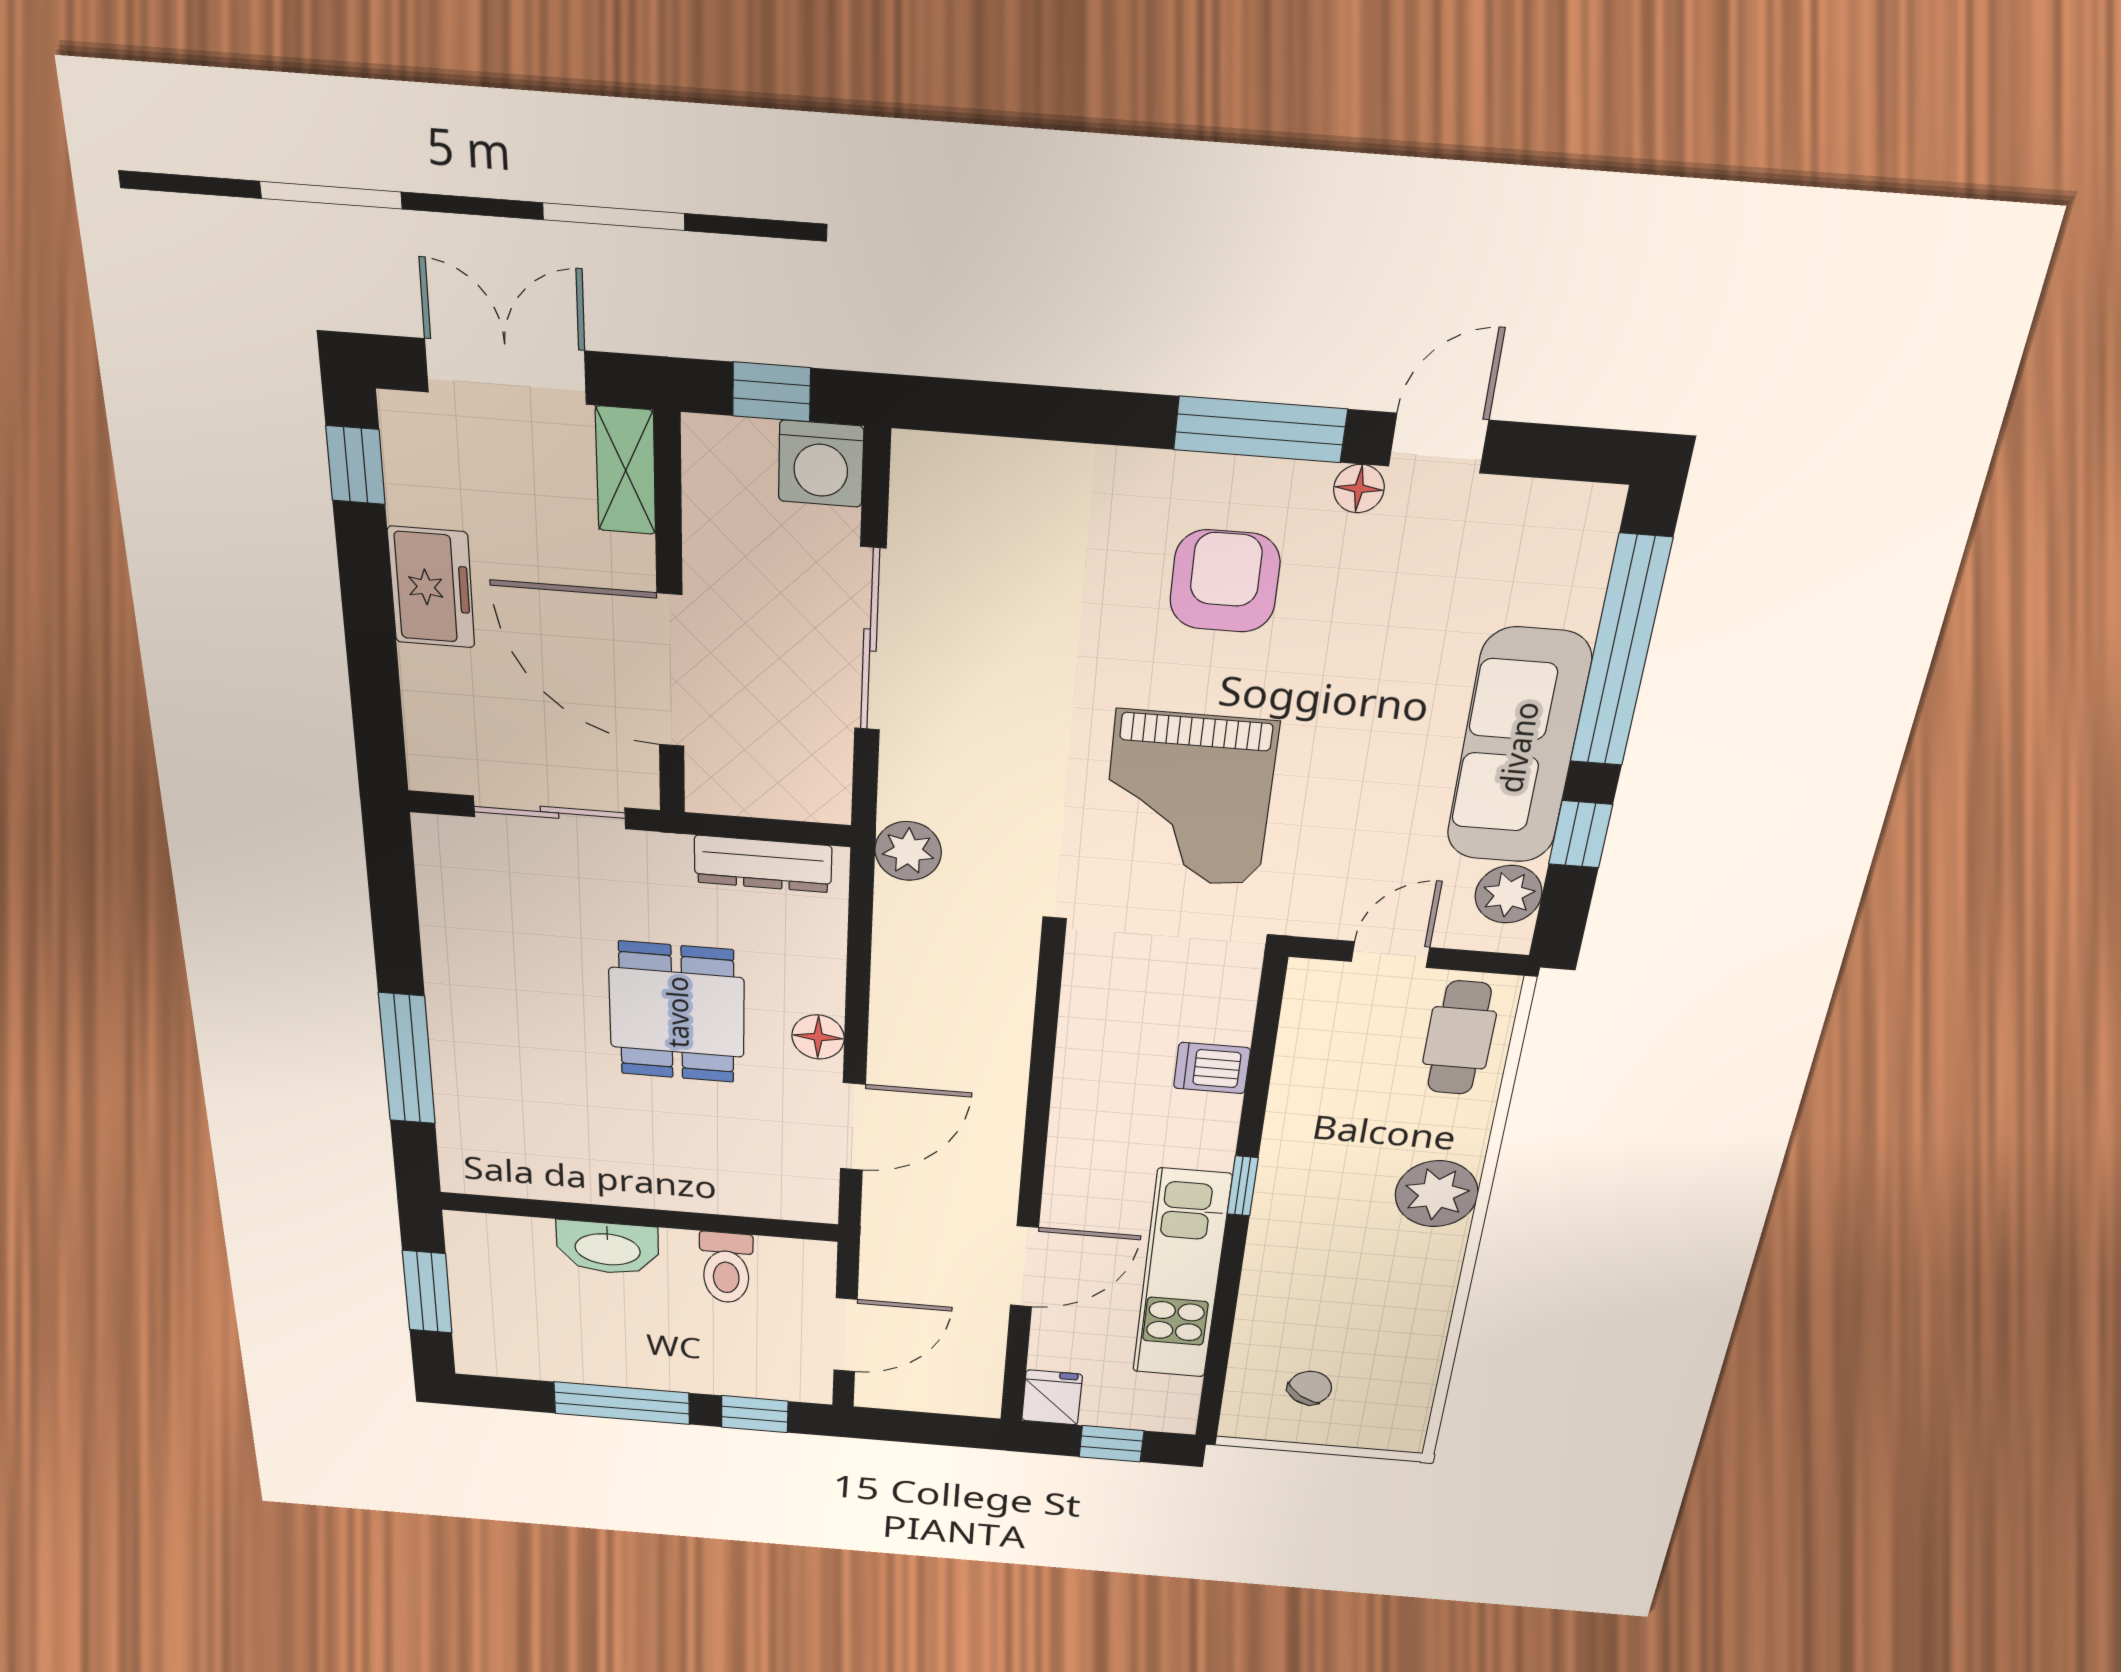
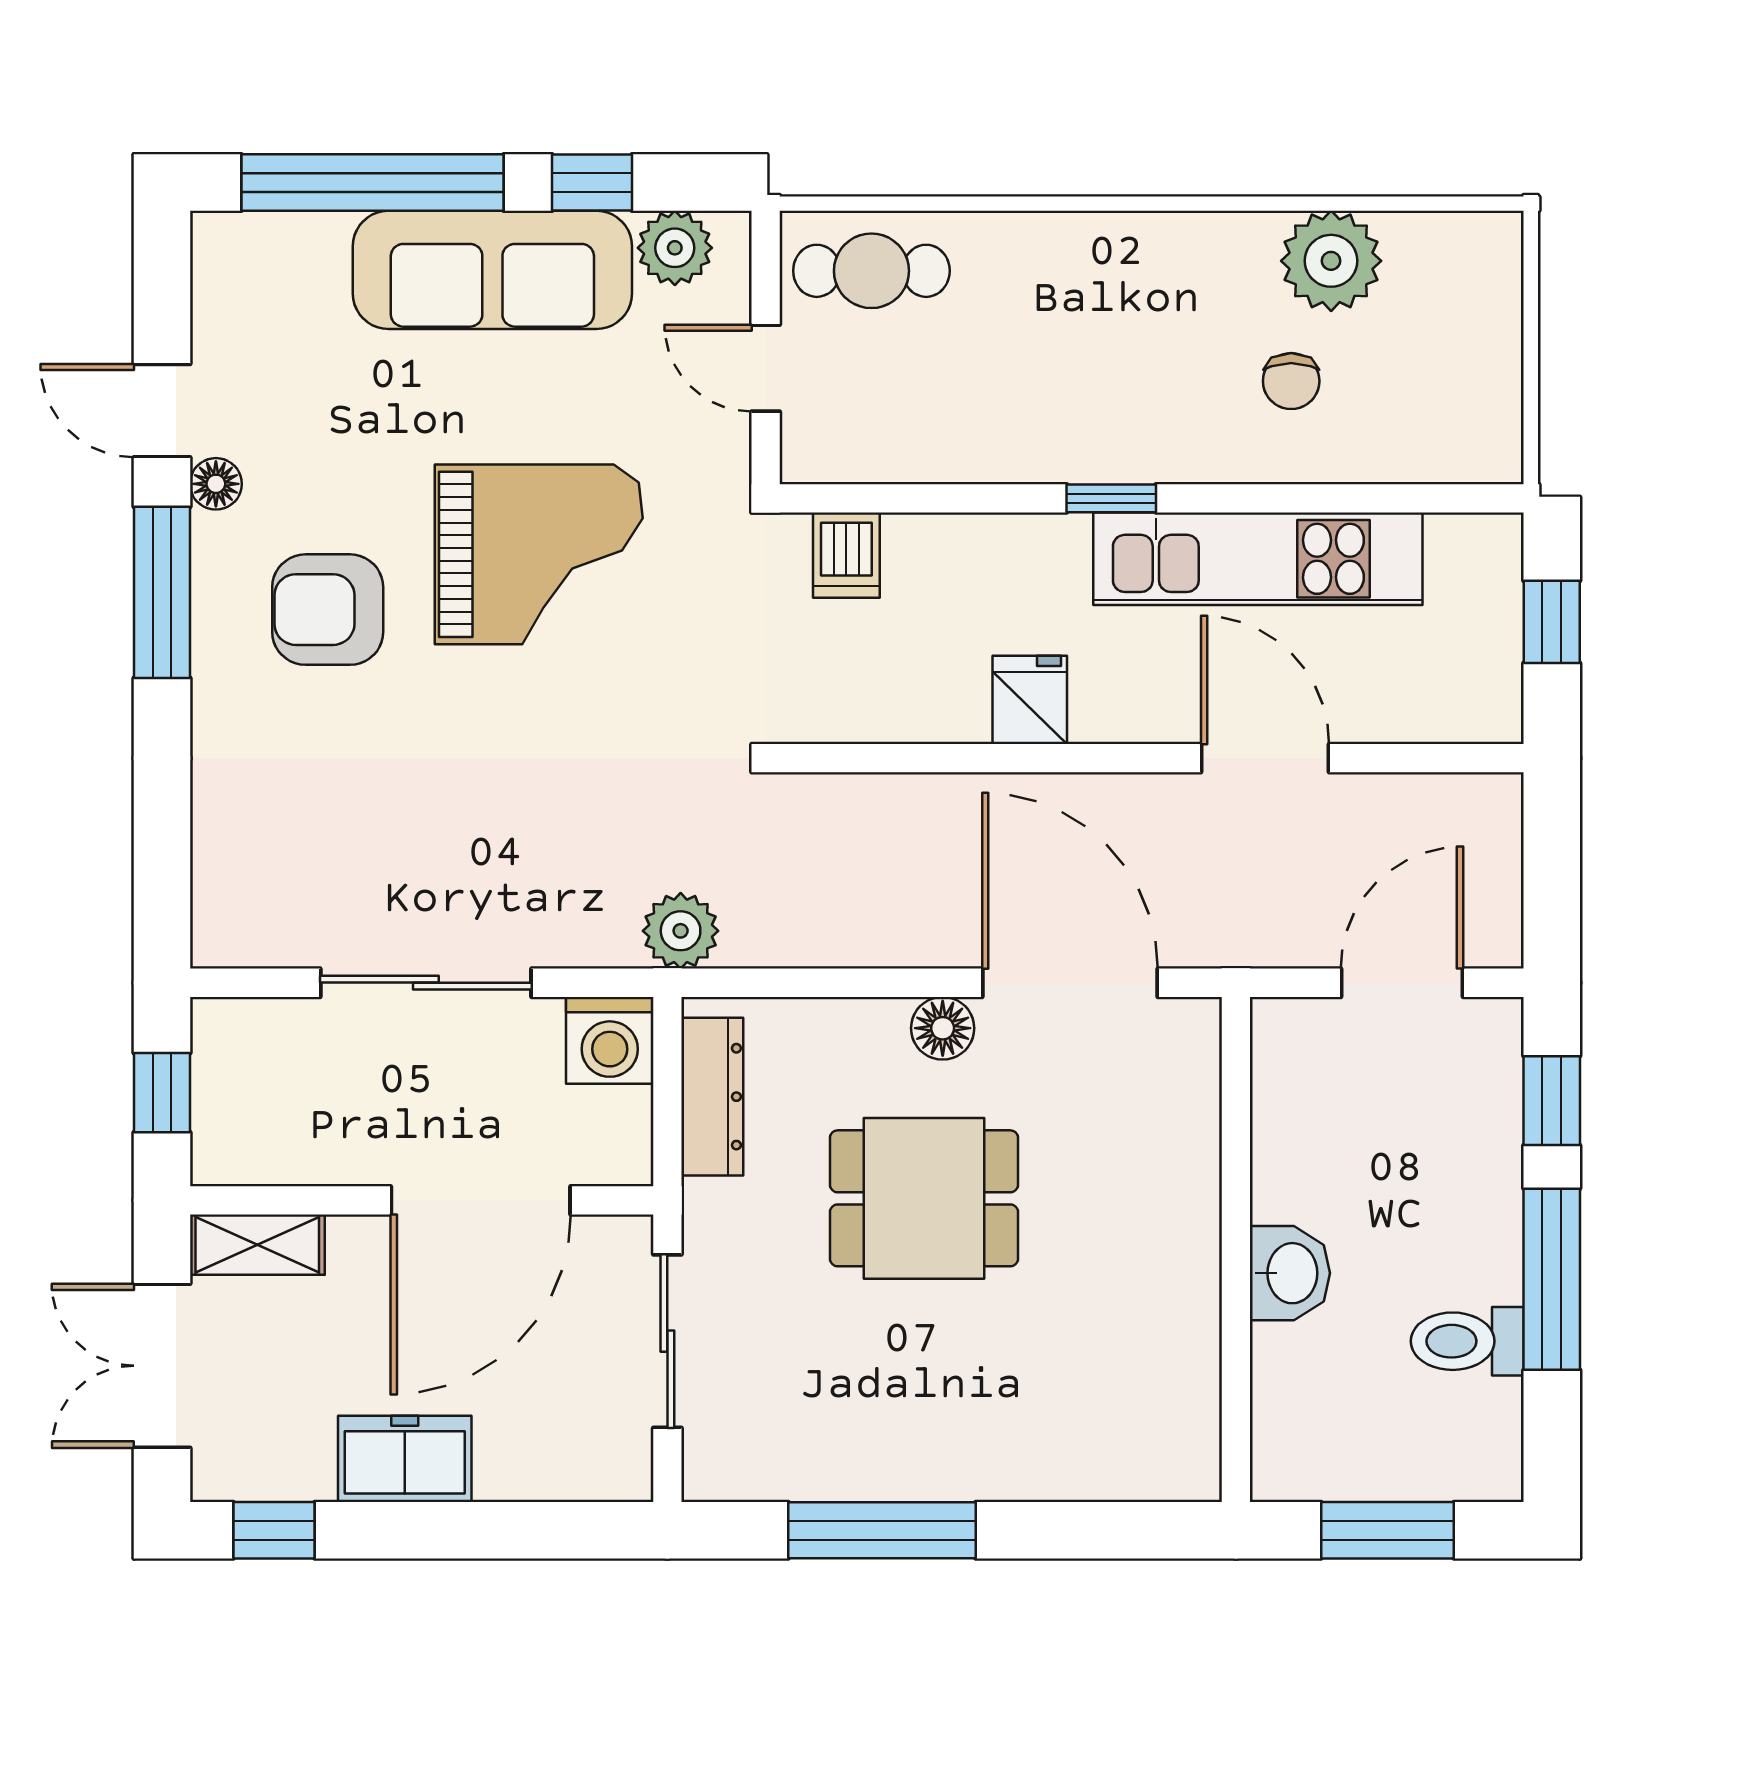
washing machine: (821, 464) -> (610, 1040), moved, turned 90
grand piano: (1188, 799) -> (539, 554), moved
window: (407, 1059) -> (882, 1530), moved
dishwasher: (1212, 1068) -> (846, 555), moved
door: (853, 1127) -> (1070, 983), width x1.36
plant: (1437, 1194) -> (1331, 261), moved
washbasin: (608, 1248) -> (1290, 1273), width x0.72
toilet: (726, 1268) -> (1467, 1341), moved, turned 180
door: (845, 1335) -> (1402, 983), hinge flipped
chair: (1310, 1388) -> (1291, 381), moved, turned -125
fridge: (1052, 1398) -> (1030, 700), moved, turned 90

